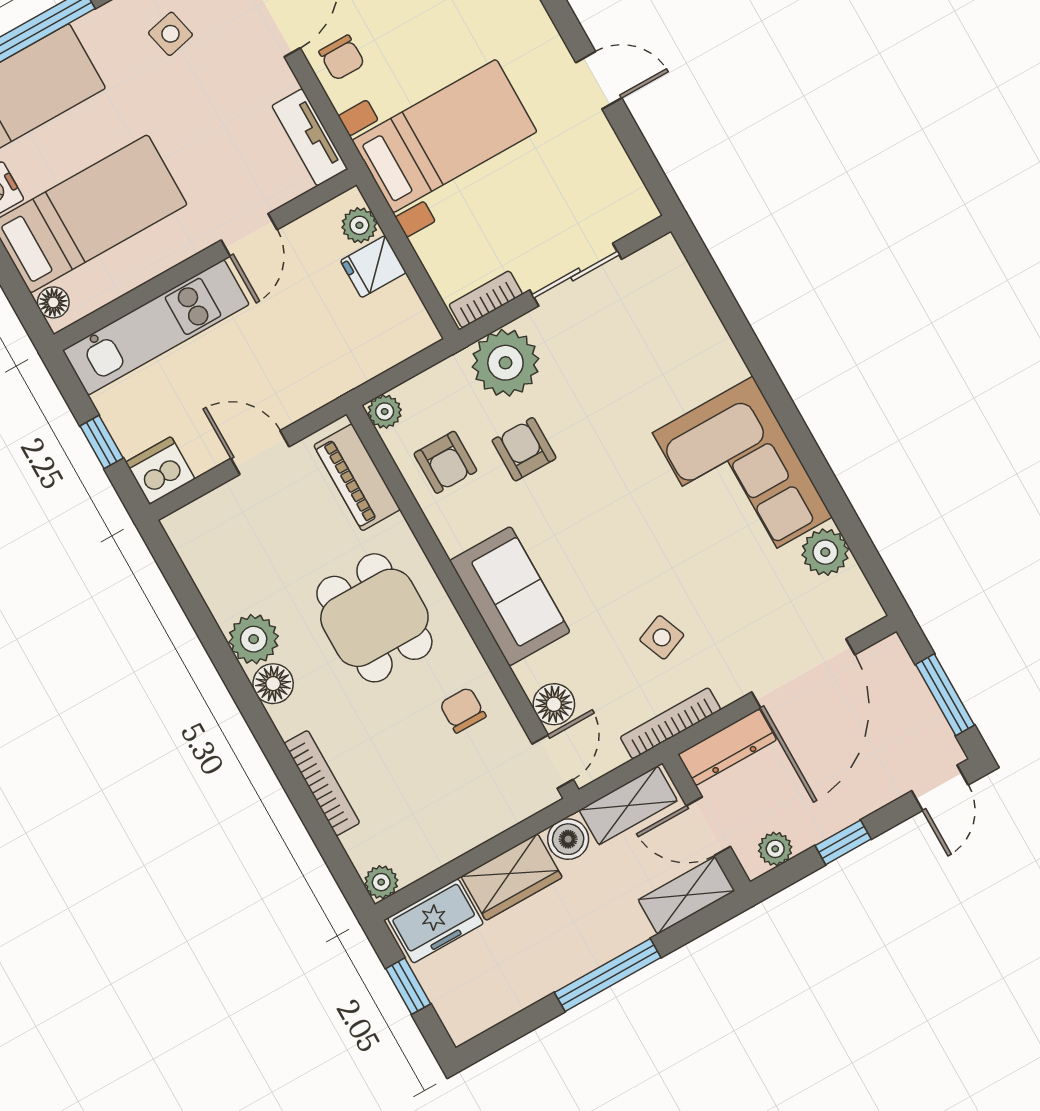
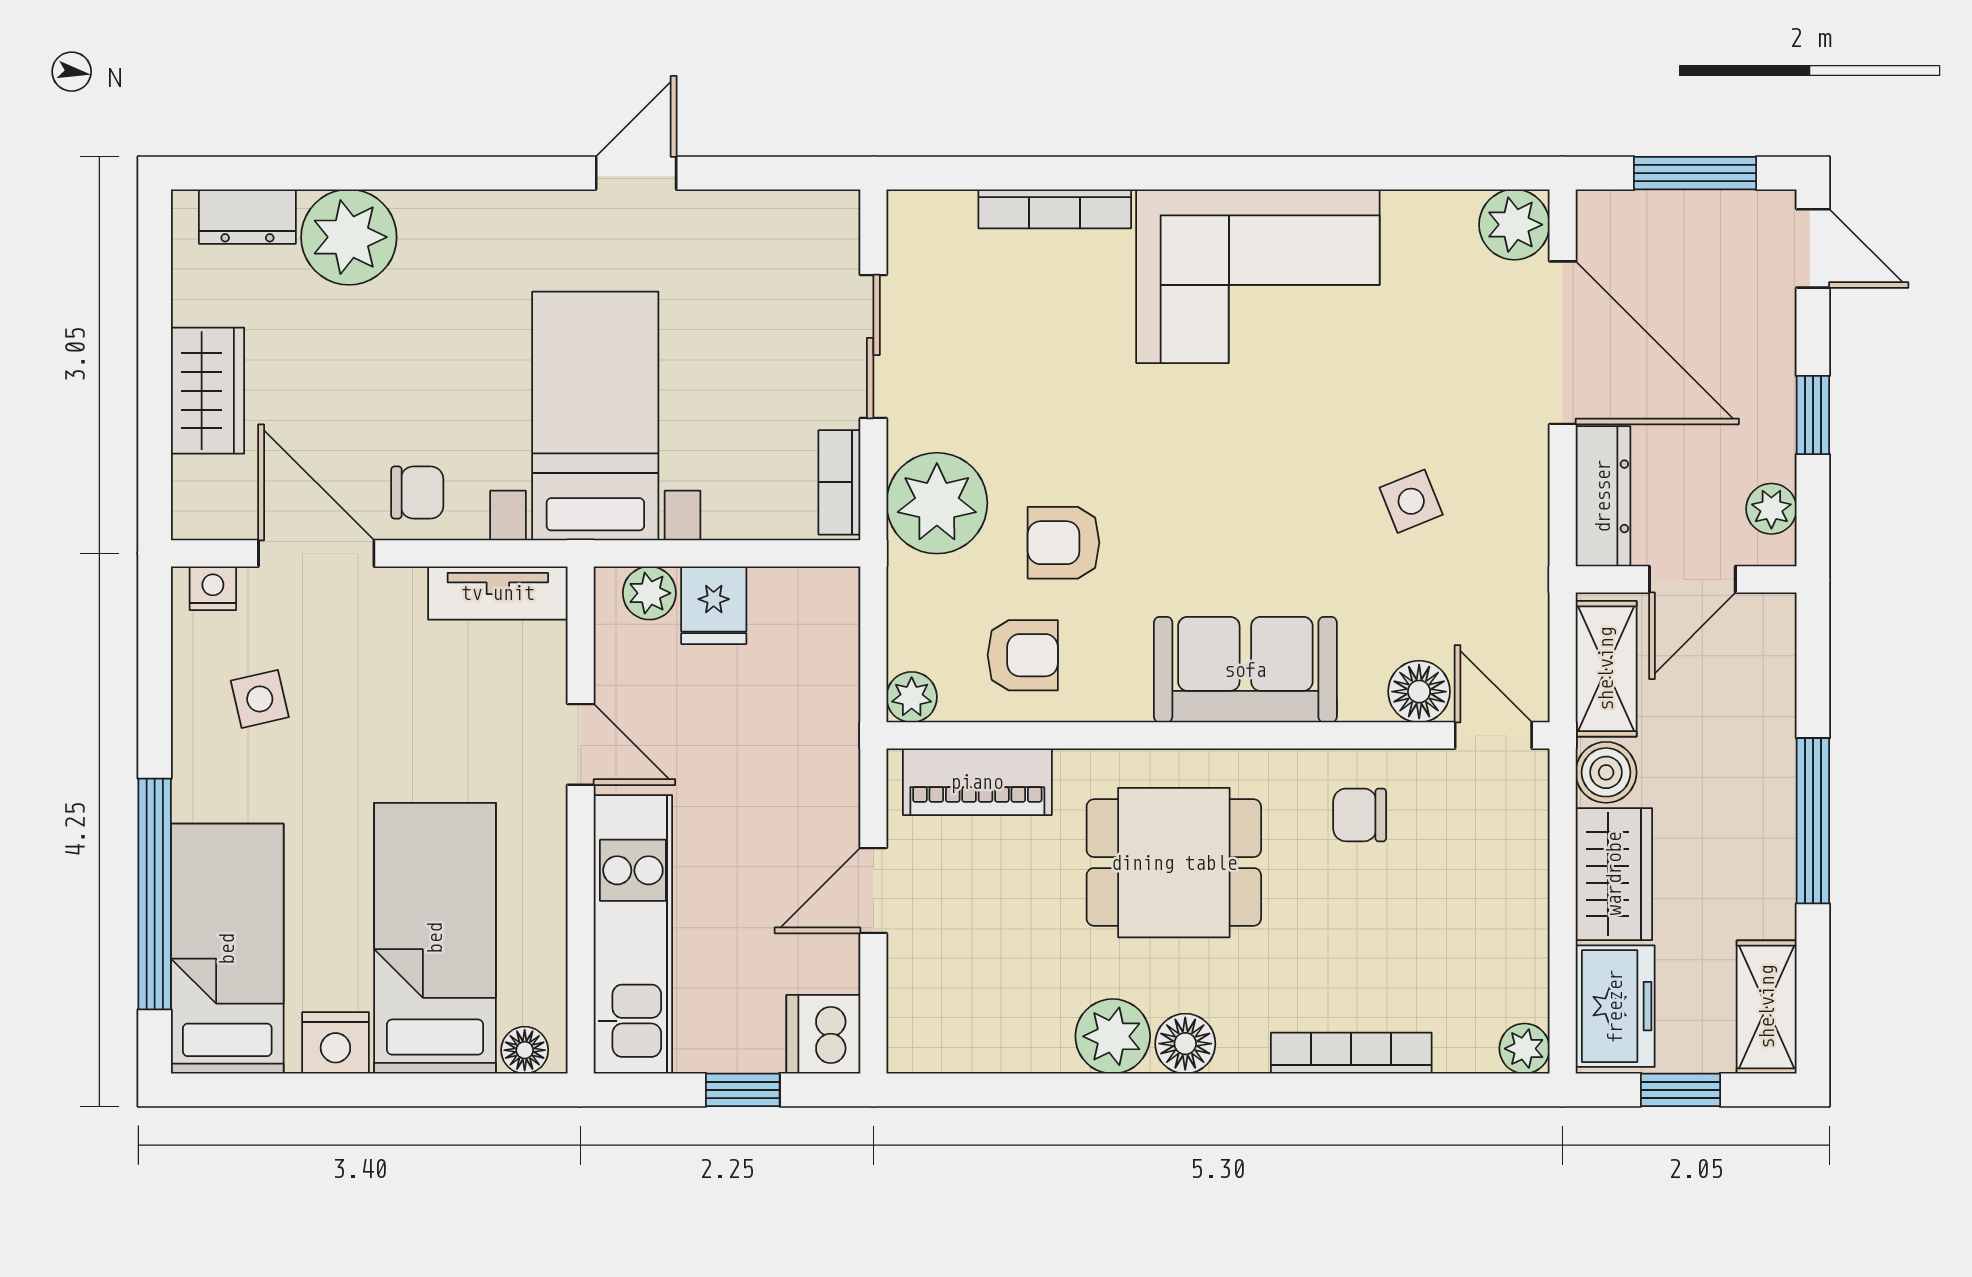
plant: (825, 552) -> (1514, 225), moved
bookcase: (670, 723) -> (1055, 209), moved, turned -90
shelving: (686, 895) -> (1767, 1007), moved

